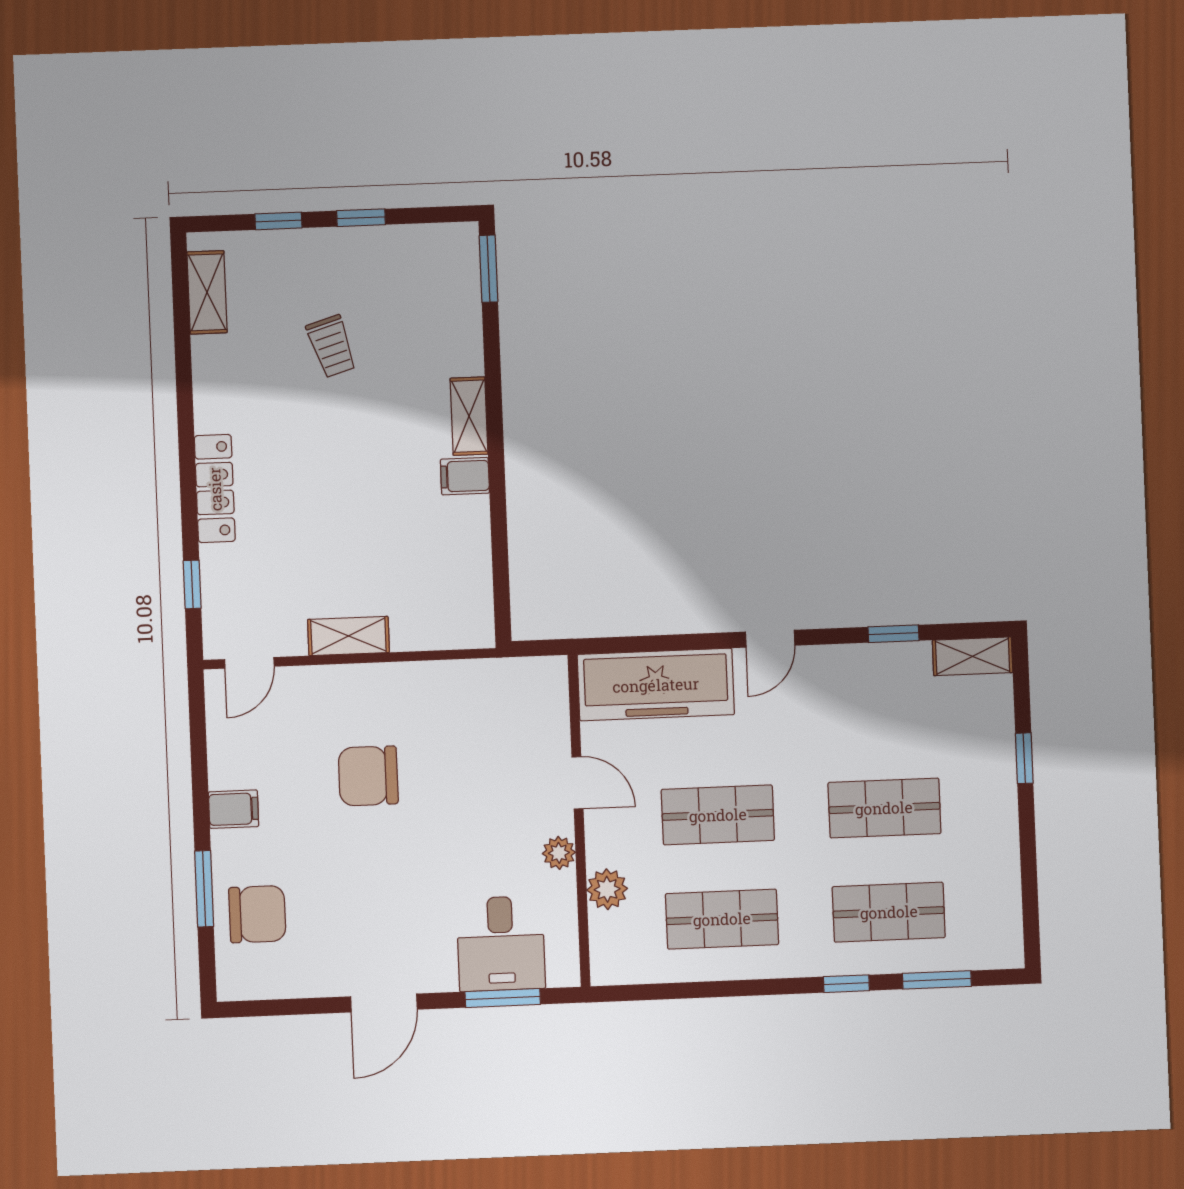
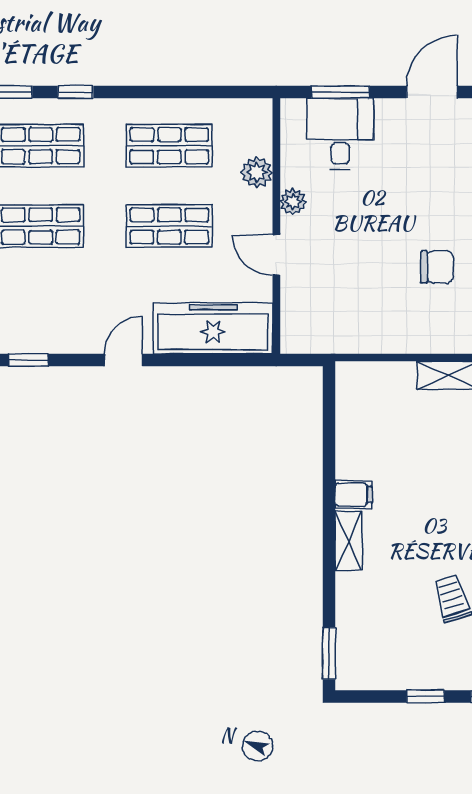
chair: (368, 776) -> (437, 267), width x0.73, depth x0.73

